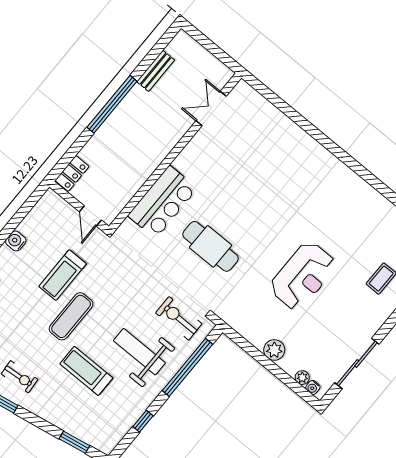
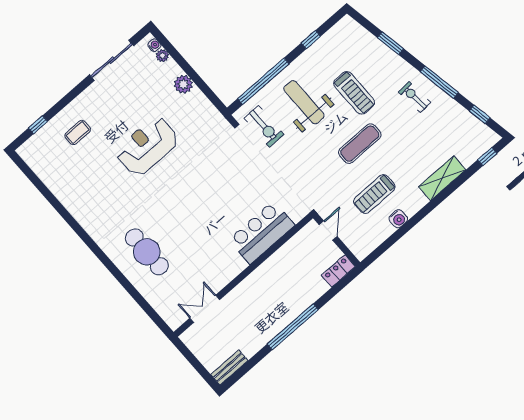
bench: (156, 71) -> (229, 368), moved
double door: (211, 108) -> (205, 309), swing flipped
cafe table: (211, 246) -> (147, 252), moved
treadmill: (63, 275) -> (374, 194), moved, turned 180
weight bench: (139, 352) -> (304, 102), turned 180
window: (74, 442) -> (390, 43), moved

